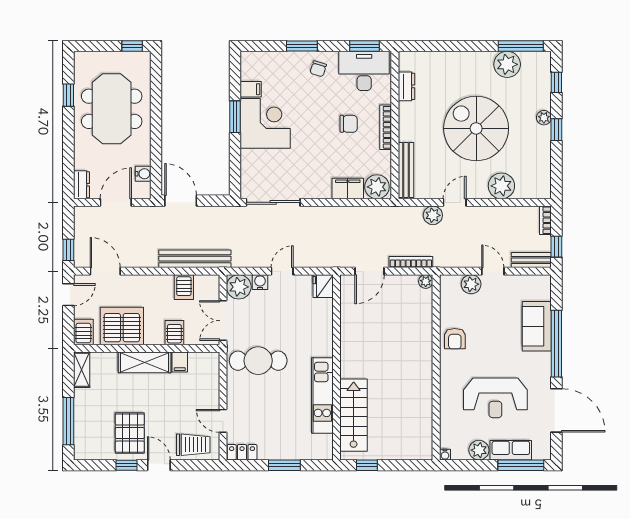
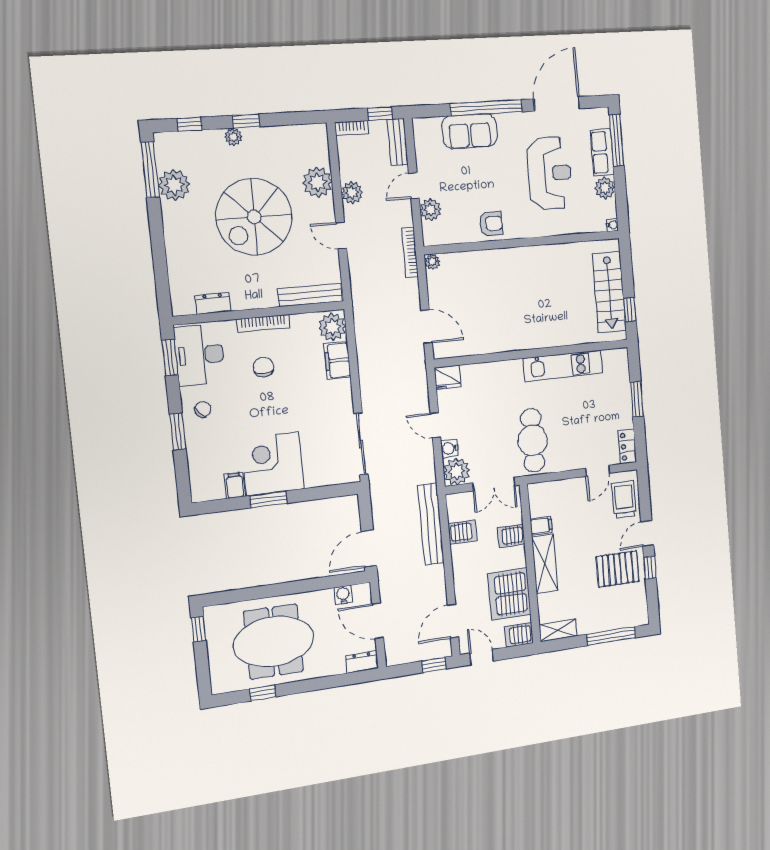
chair: (318, 69) -> (203, 409), turned -58
plant: (433, 215) -> (352, 193), moved
bookcase: (411, 262) -> (410, 252), moved
stairs: (354, 415) -> (609, 292), moved, turned -90

